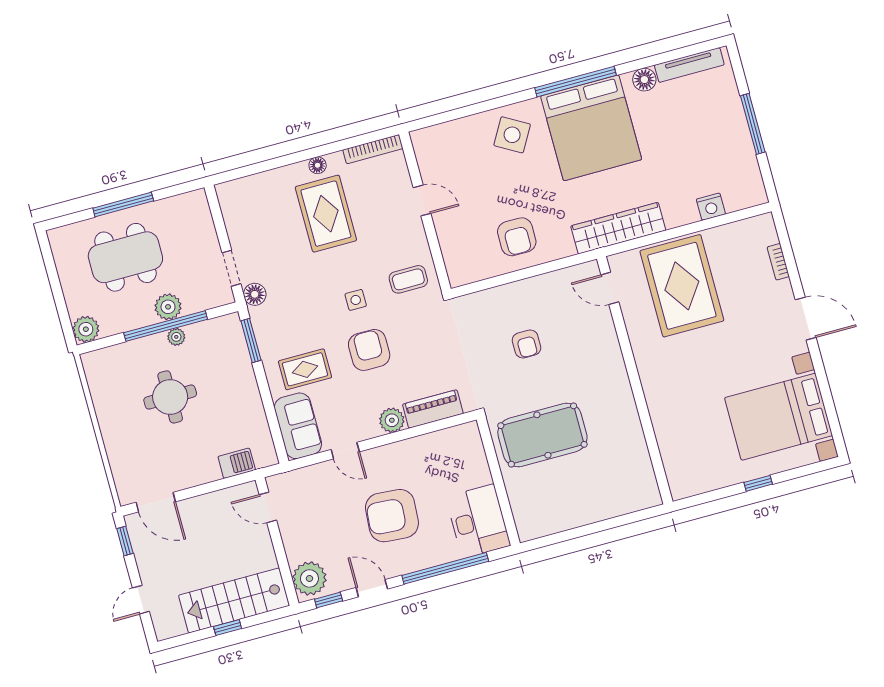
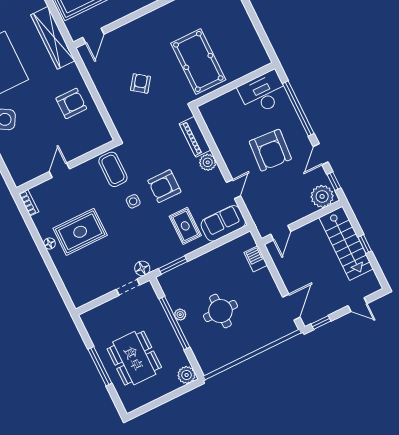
bookcase: (373, 149) -> (29, 203), width x0.64
coffee table: (408, 279) -> (113, 169), width x1.36, depth x1.30
plant: (168, 307) -> (161, 324), removed
armchair: (527, 344) -> (140, 83), turned -54

